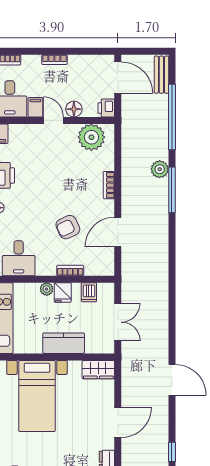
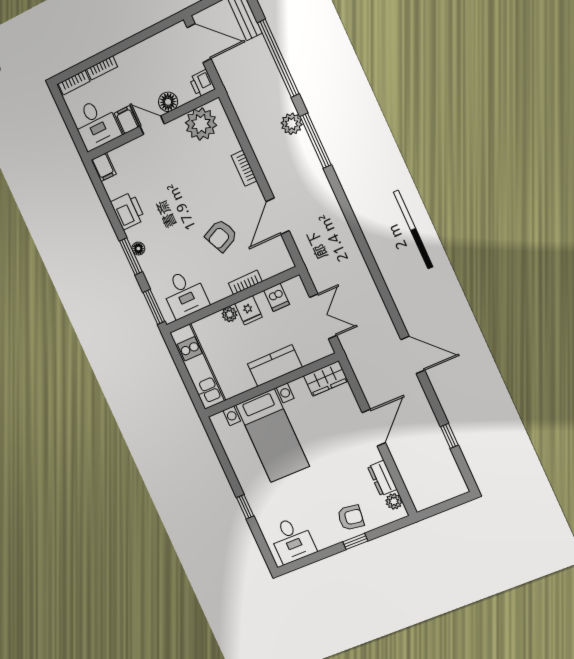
bookcase: (54, 60) -> (102, 68), moved

